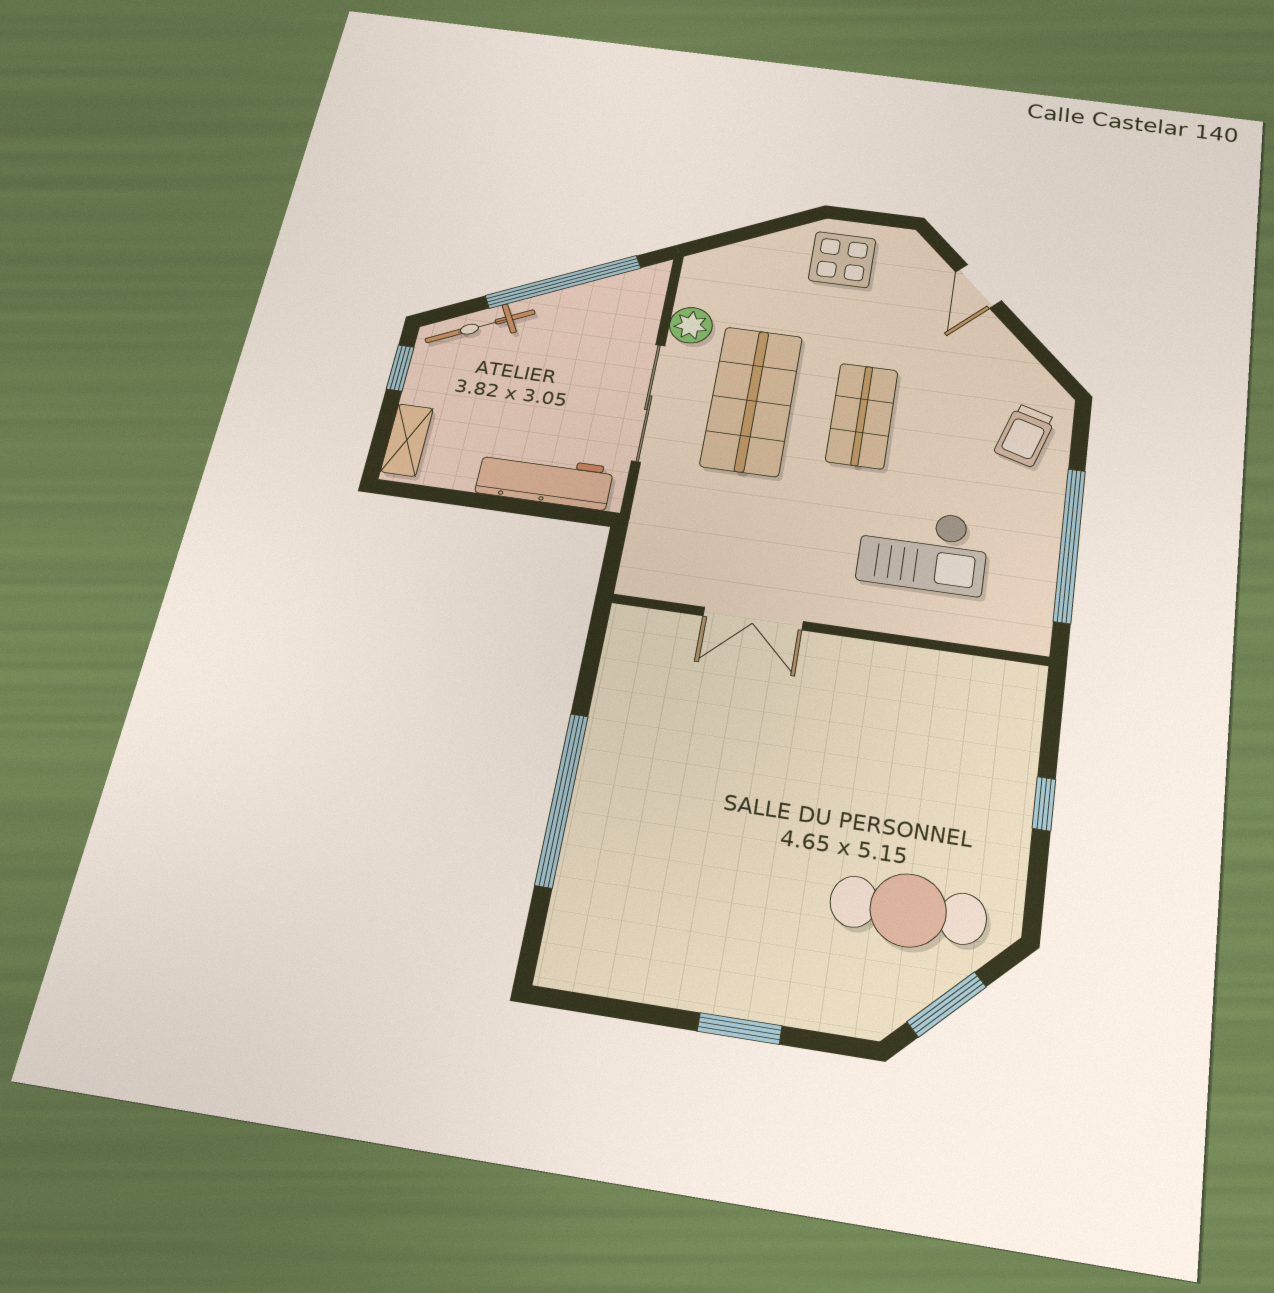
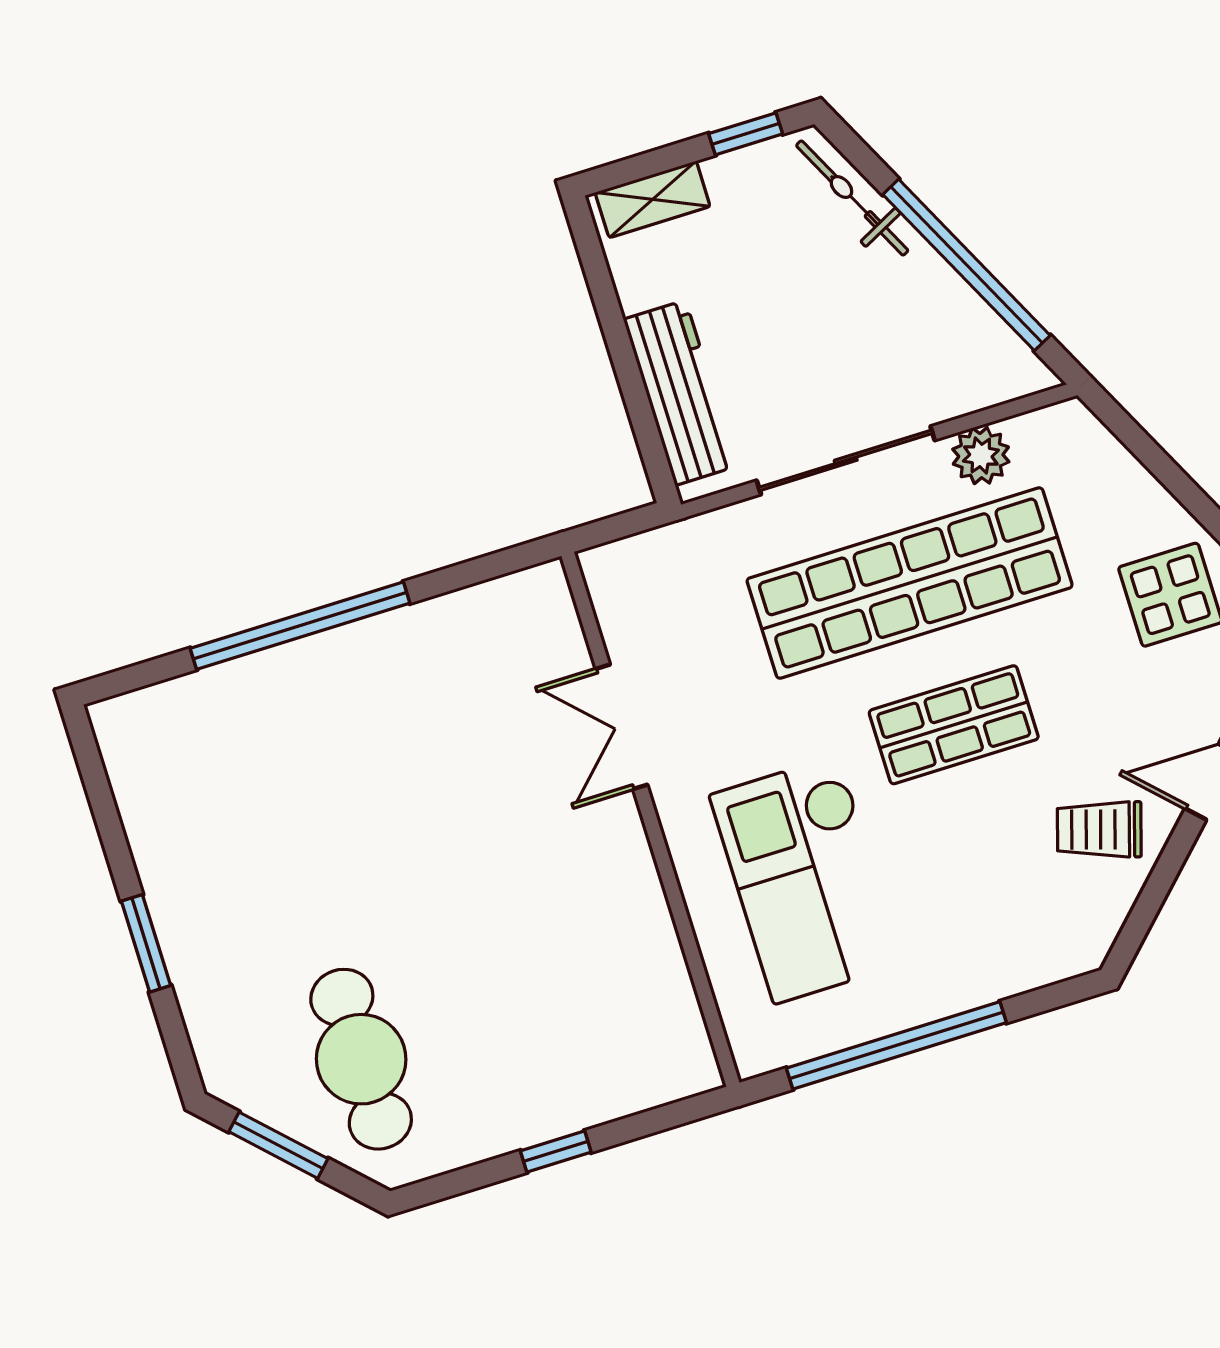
shop shelf: (752, 401) -> (910, 583), width x1.40
trolley: (1025, 435) -> (1099, 829), moved
checkout: (923, 550) -> (807, 880), width x1.36, depth x1.21

